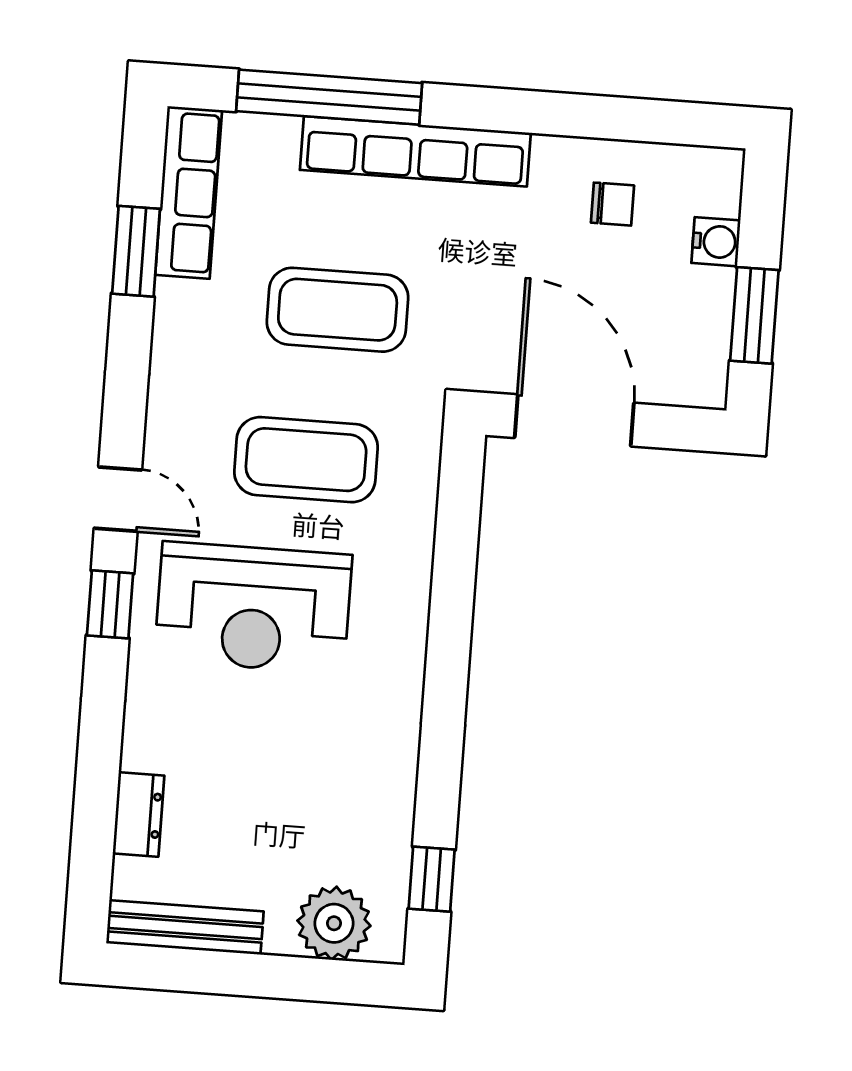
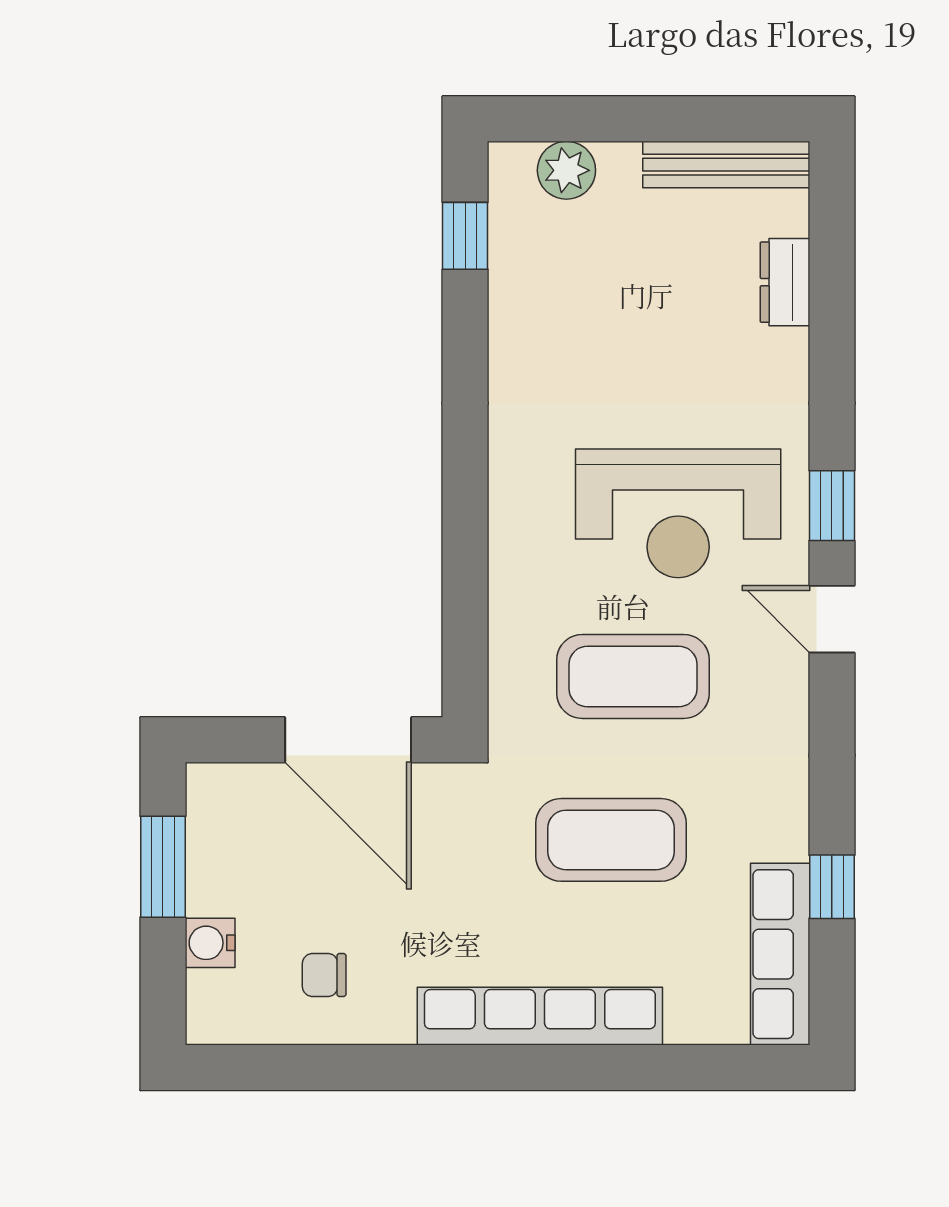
window: (329, 97) -> (637, 1068), removed
window: (136, 251) -> (832, 887), width x0.67
reception desk: (253, 608) -> (678, 513), turned 180
plant: (334, 923) -> (566, 170), width x0.73, depth x0.73

